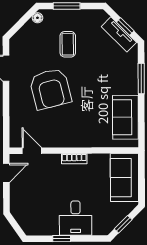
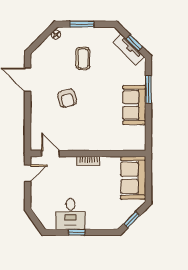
armchair: (50, 89) -> (67, 98), width x0.53, depth x0.53
sofa: (125, 117) -> (134, 105), moved
desk: (76, 218) -> (70, 214), moved

